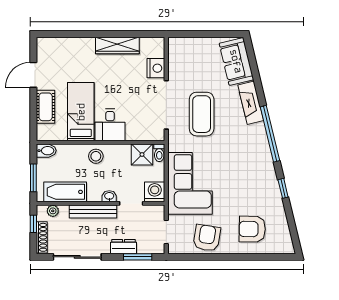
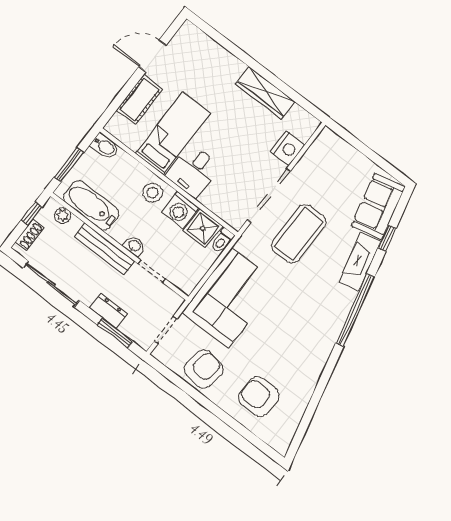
window: (283, 188) -> (387, 238), moved
washing machine: (155, 192) -> (180, 210), moved, turned 180
shoe rack: (42, 237) -> (30, 235), width x0.70

